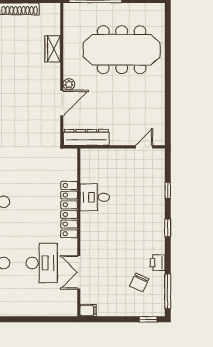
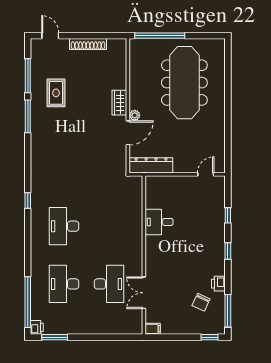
wardrobe: (53, 49) -> (119, 103), moved
meeting table: (122, 50) -> (184, 83), turned 90
locker: (69, 210) -> (135, 234), removed

